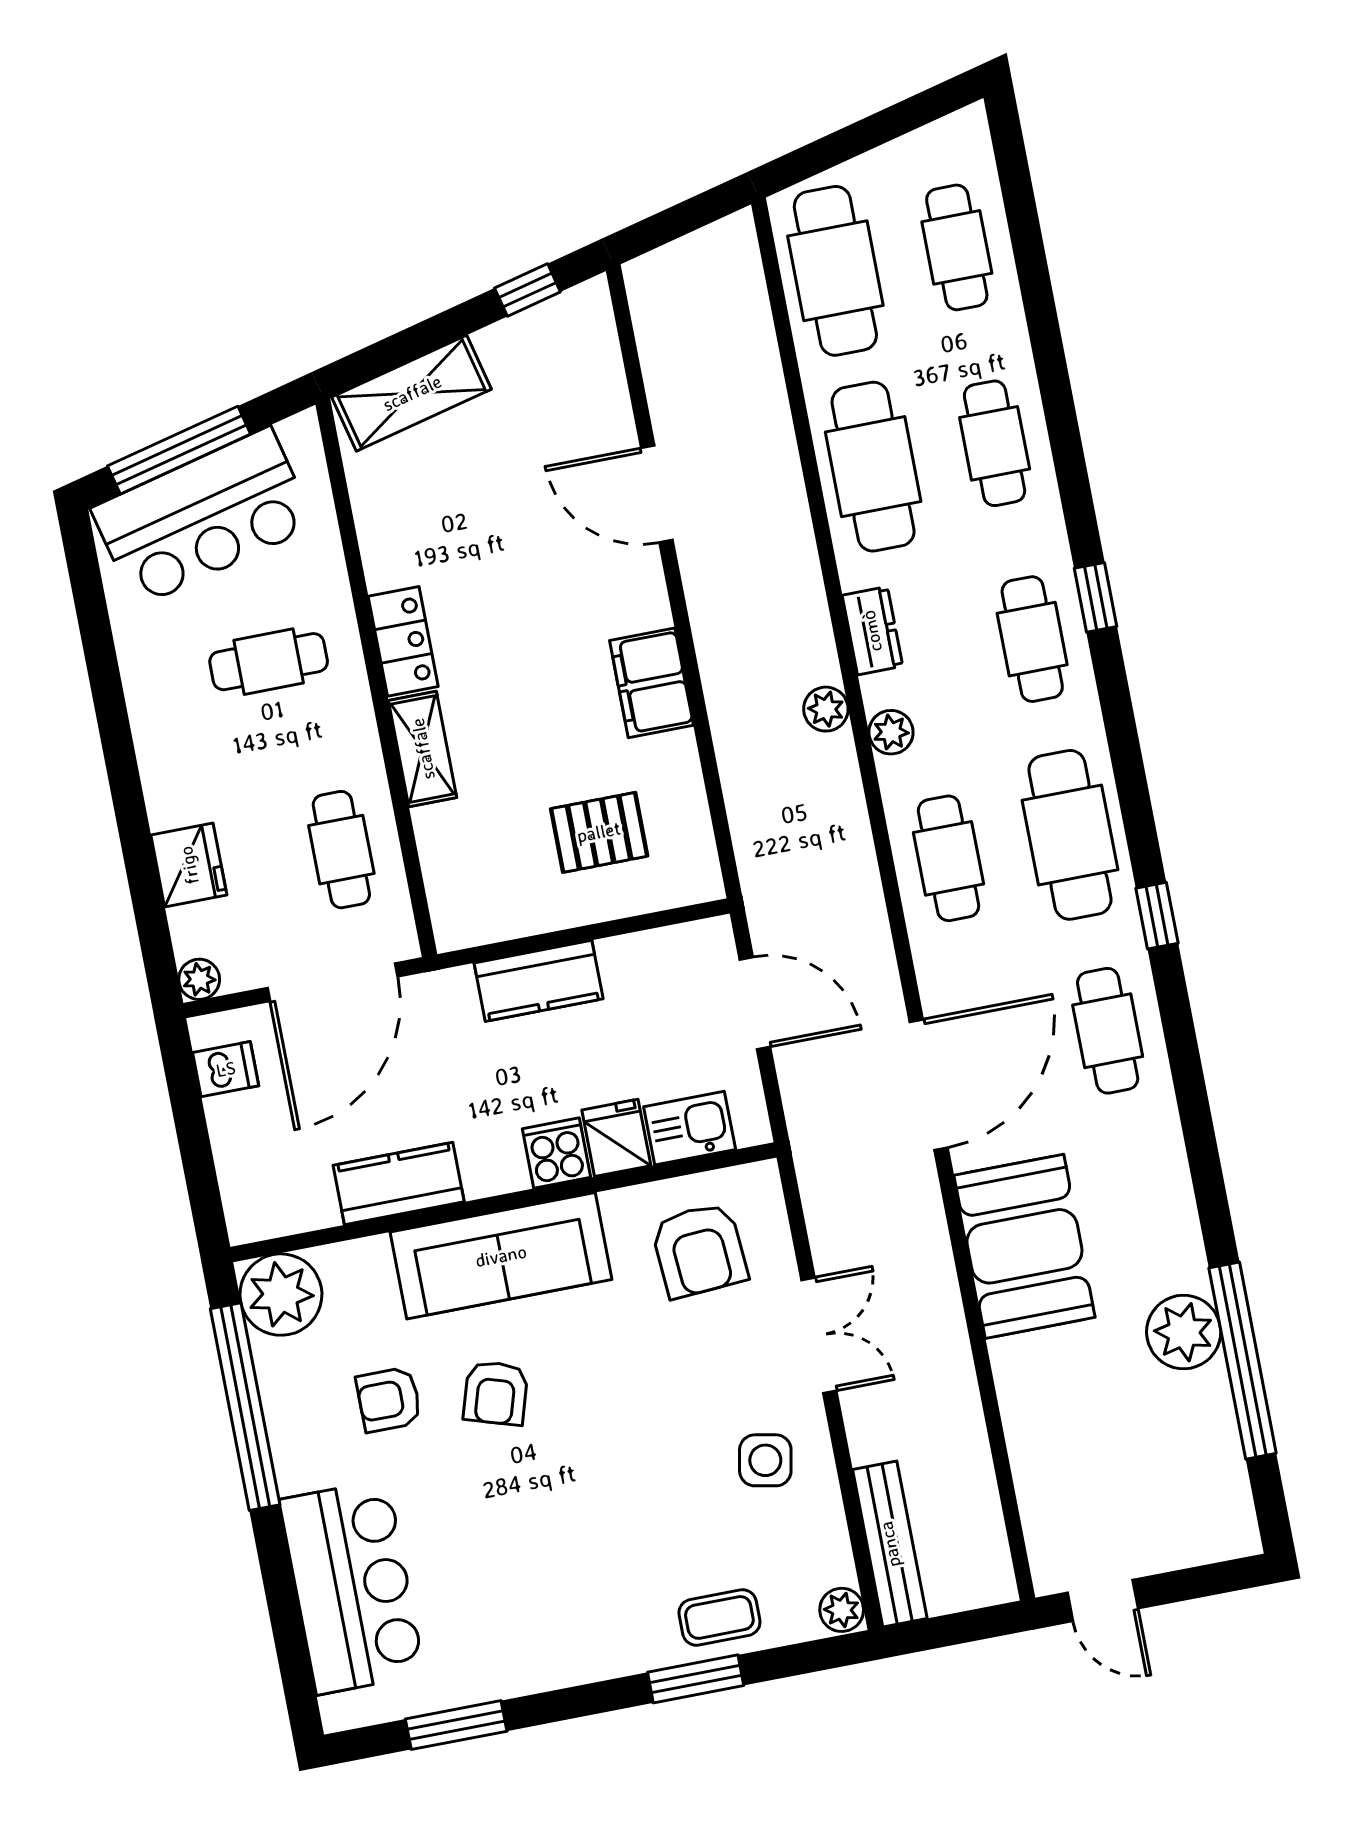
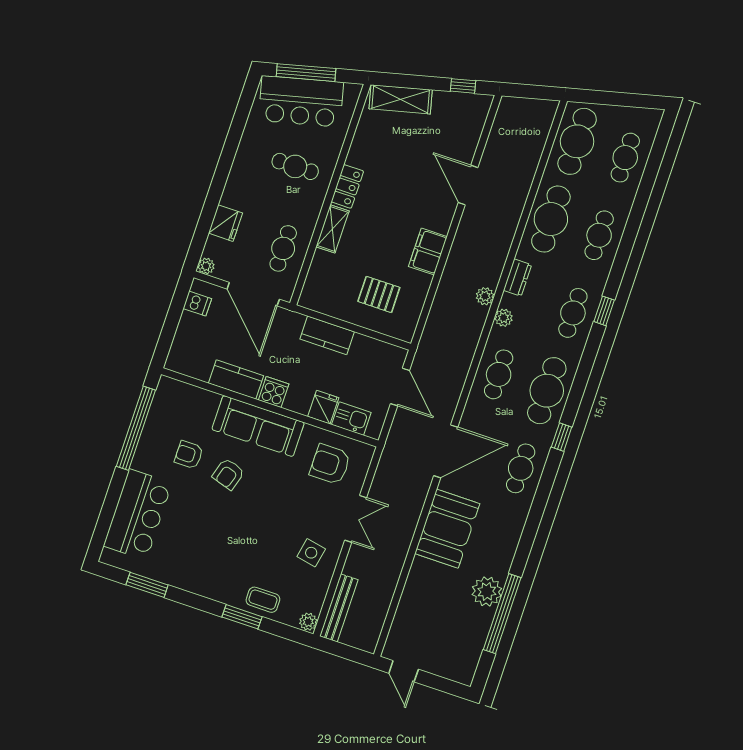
door: (333, 982) -> (253, 294), hinge flipped
cooker: (557, 1153) -> (274, 392), moved
armchair: (699, 1250) -> (330, 464), turned 94
plant: (281, 1295) -> (171, 395), removed

